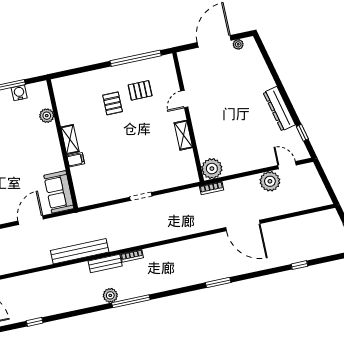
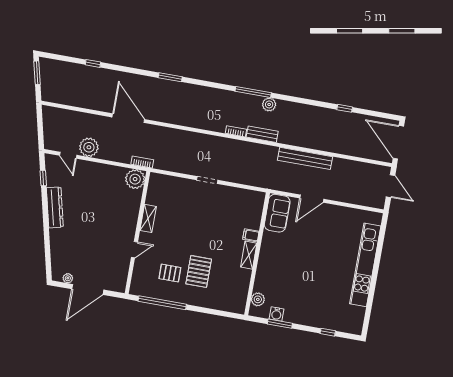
pallet: (113, 103) -> (199, 271), width x1.50, depth x1.42
plant: (47, 116) -> (258, 299), moved
bench: (80, 251) -> (305, 158), moved

